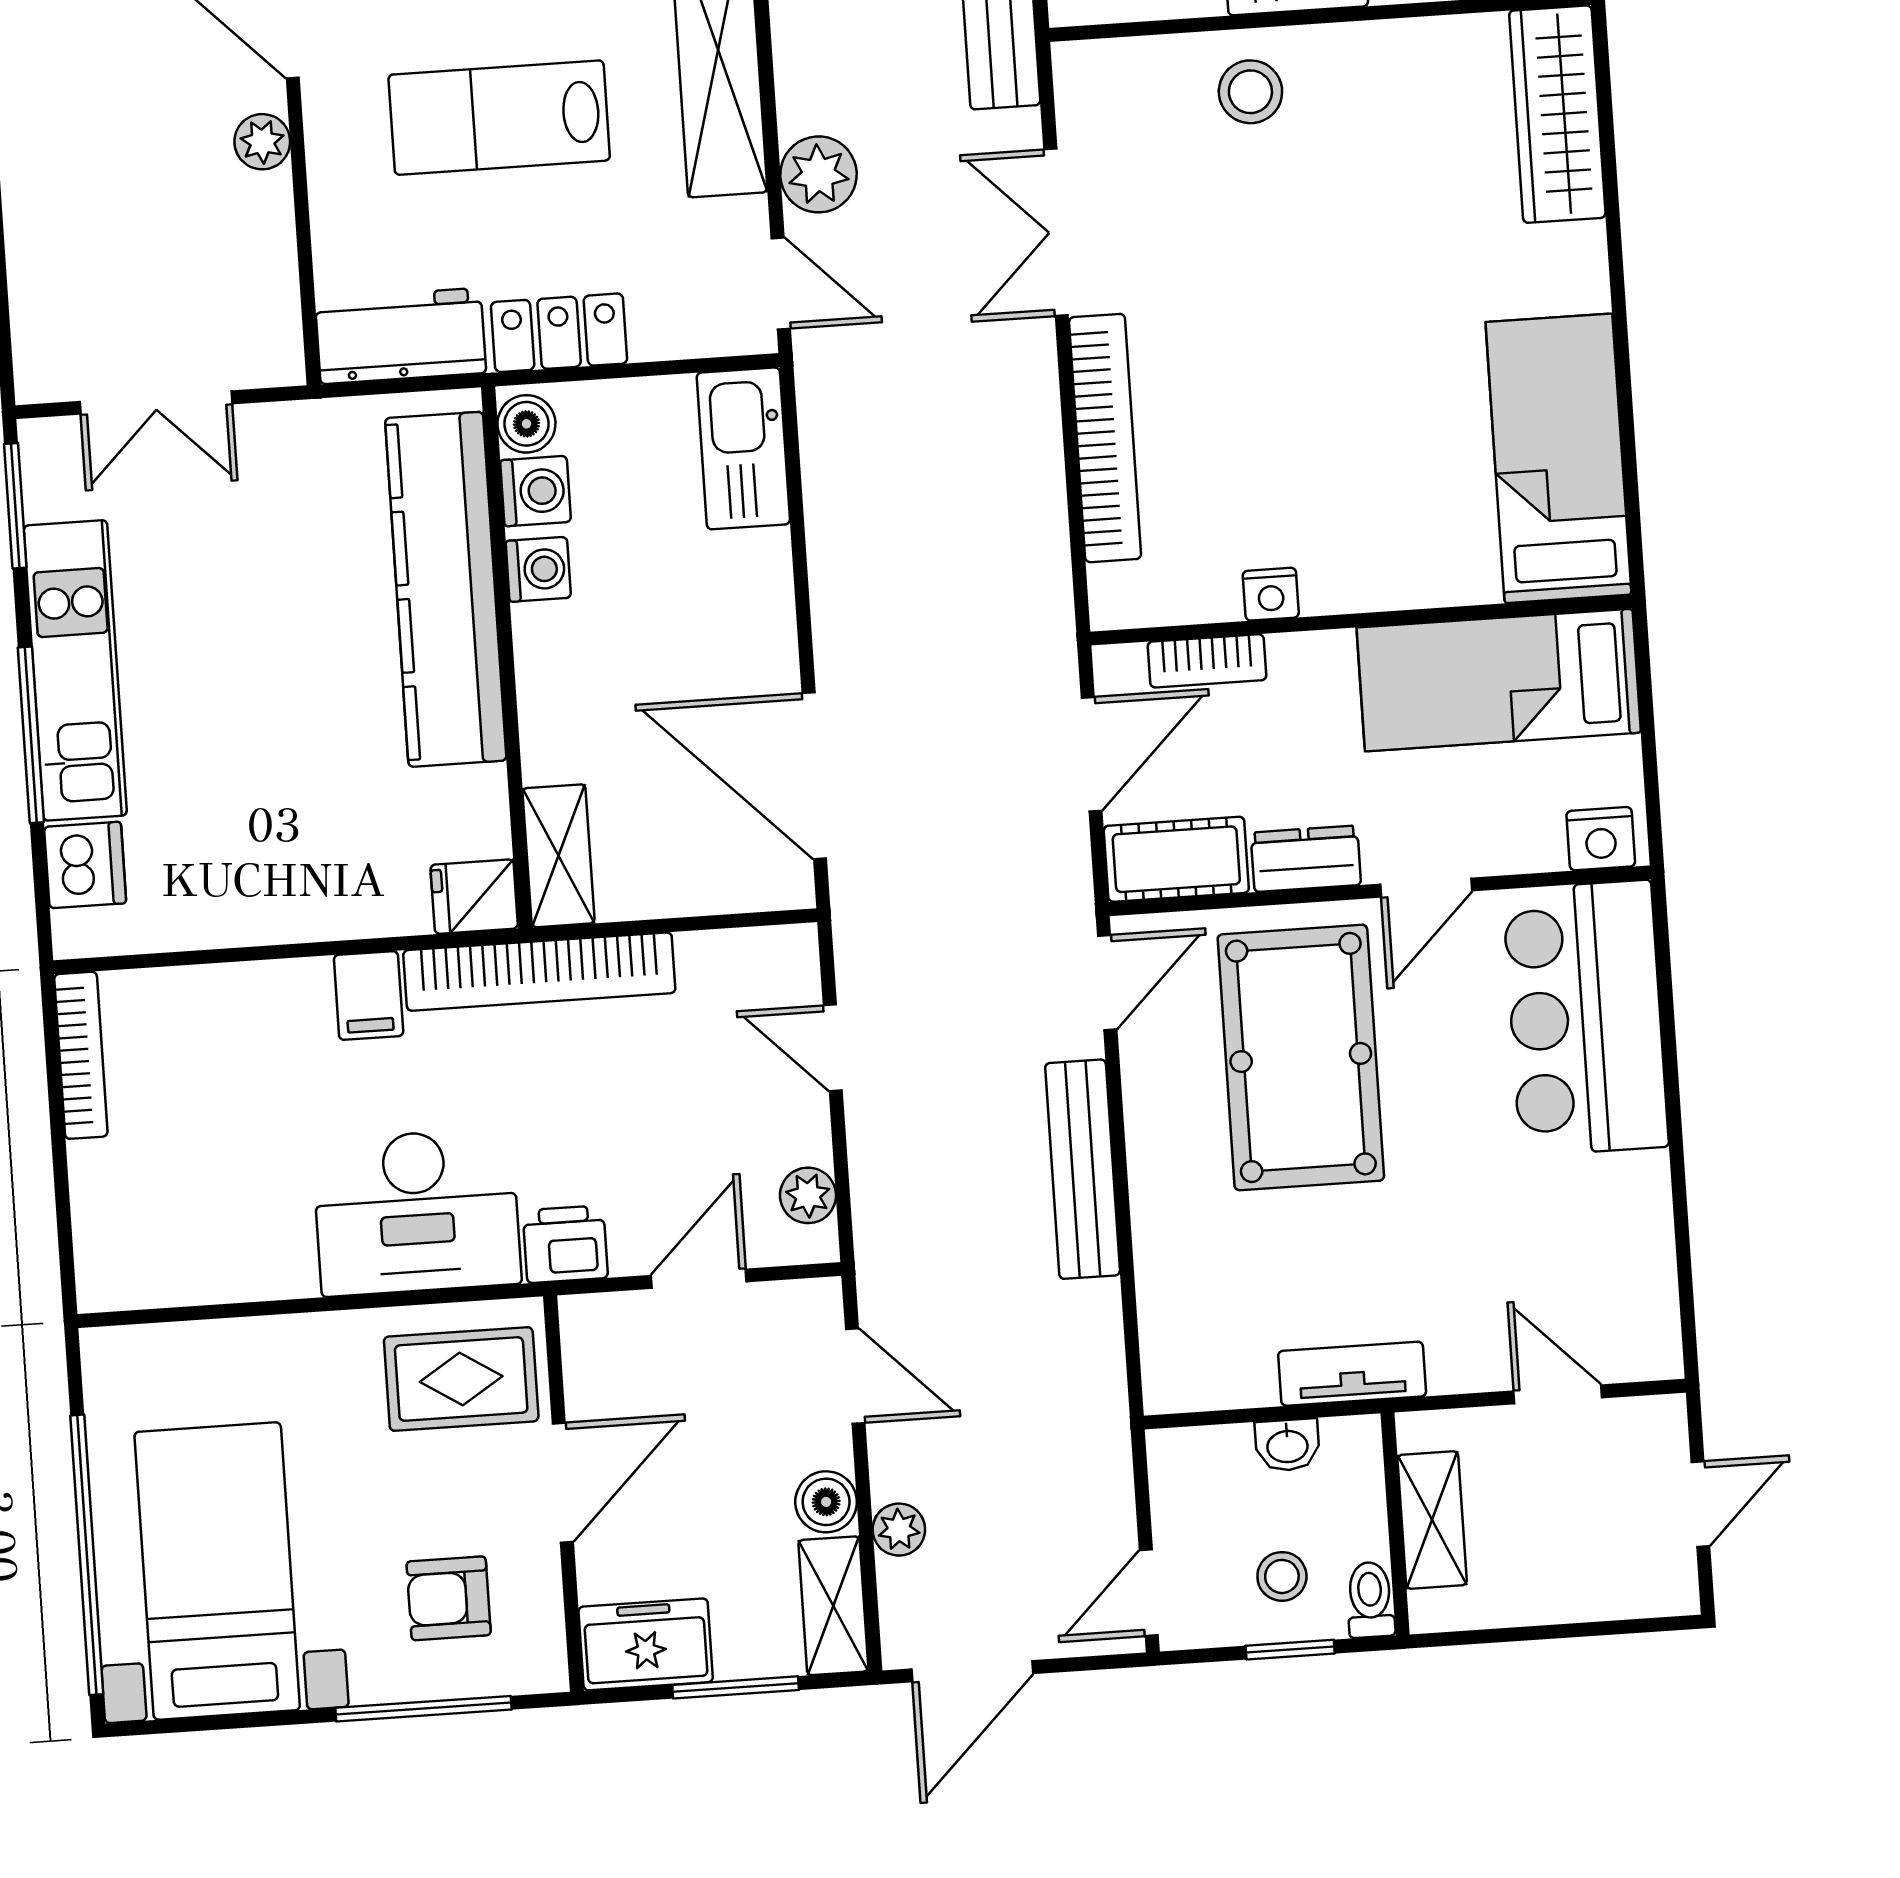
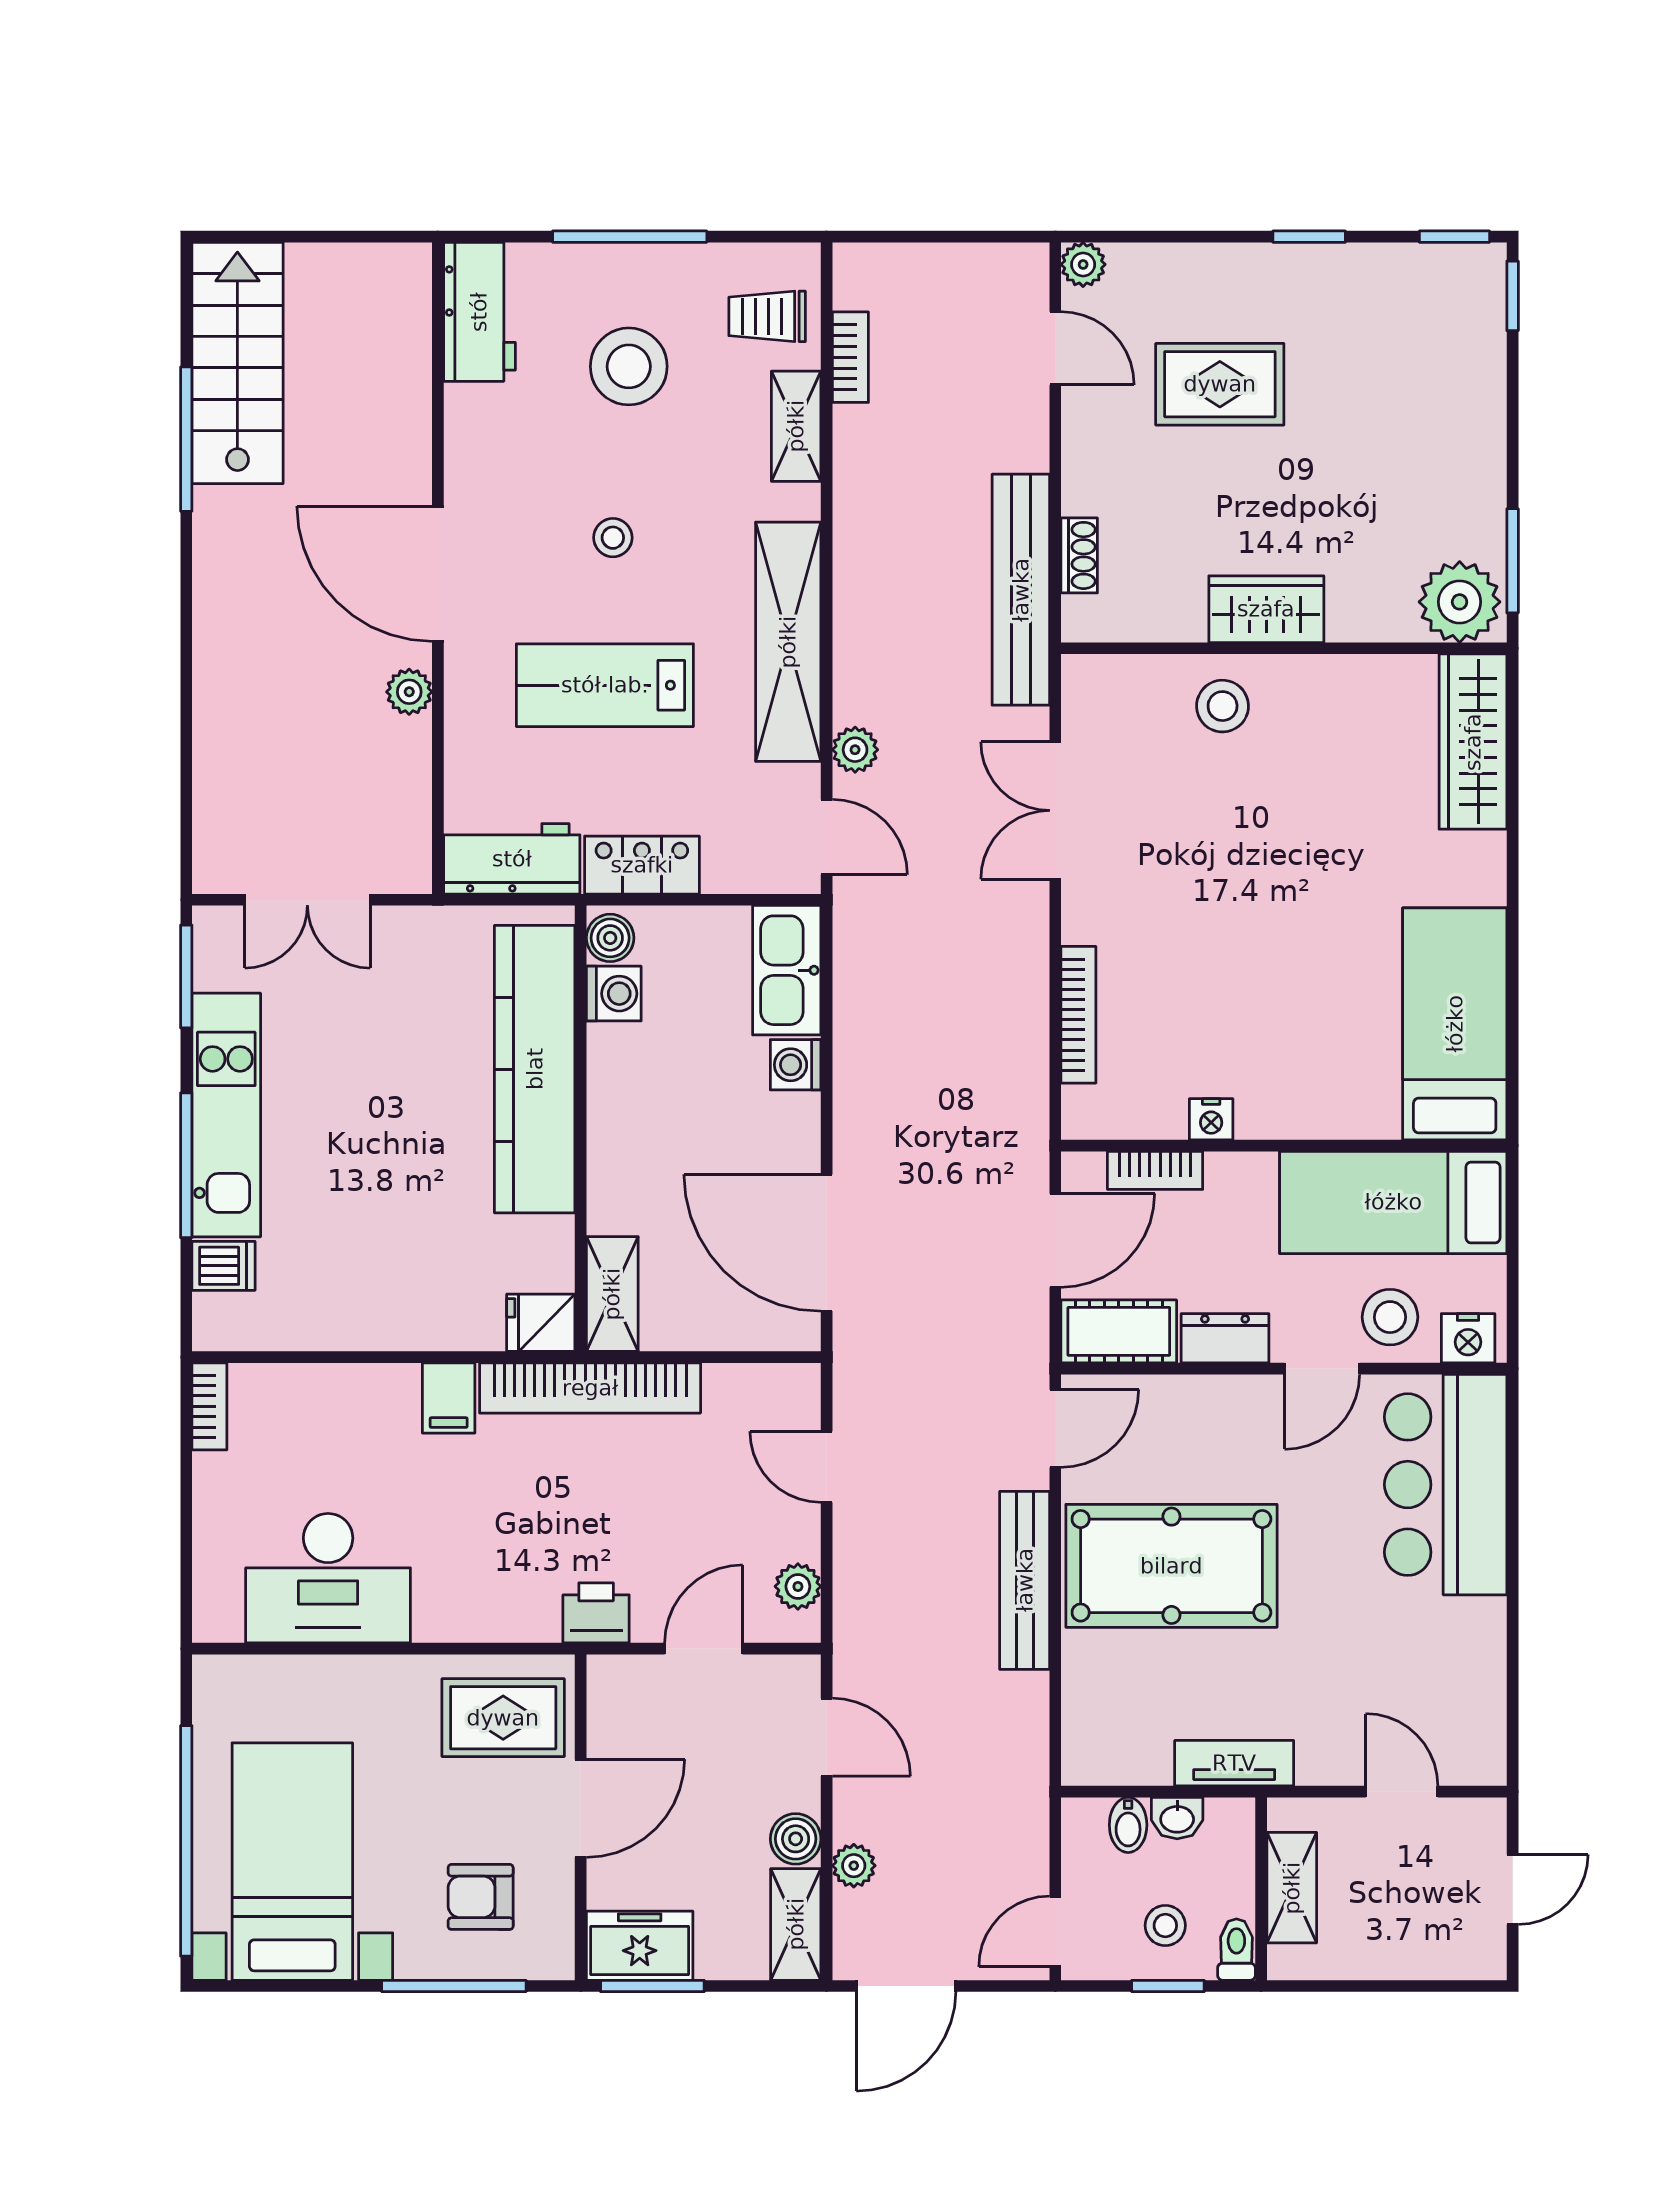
plant: (818, 174) -> (855, 750), width x0.73, depth x0.73
bookcase: (1105, 438) -> (1078, 1015), width x0.68, depth x0.76
washing machine: (538, 569) -> (796, 1065), moved, turned 180
stool: (1504, 820) -> (1390, 1317), added
dishwasher: (85, 865) -> (224, 1266), width x0.73
bookcase: (81, 1055) -> (209, 1406), width x0.64
pool table: (1301, 1057) -> (1171, 1566), moved, turned 90
desk: (417, 1212) -> (328, 1578), moved
bidet: (1228, 1457) -> (1128, 1825), added
window: (736, 1687) -> (652, 1986), moved

